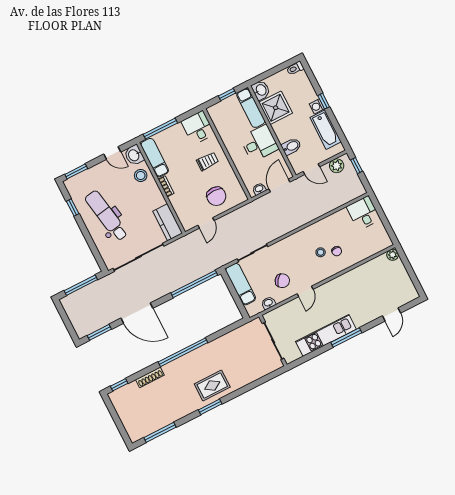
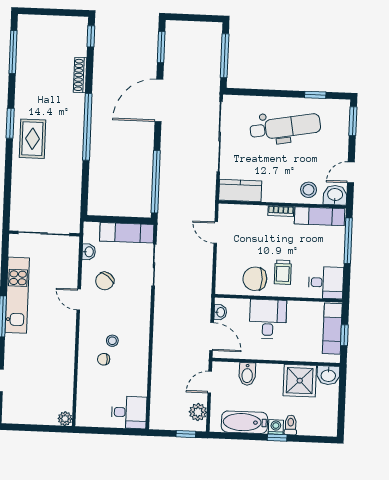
toilet: (295, 68) -> (291, 425), moved
exam couch: (251, 108) -> (332, 329), moved, turned -90
desk: (259, 143) -> (268, 319), moved, turned 180
chair: (216, 196) -> (255, 279), moved

